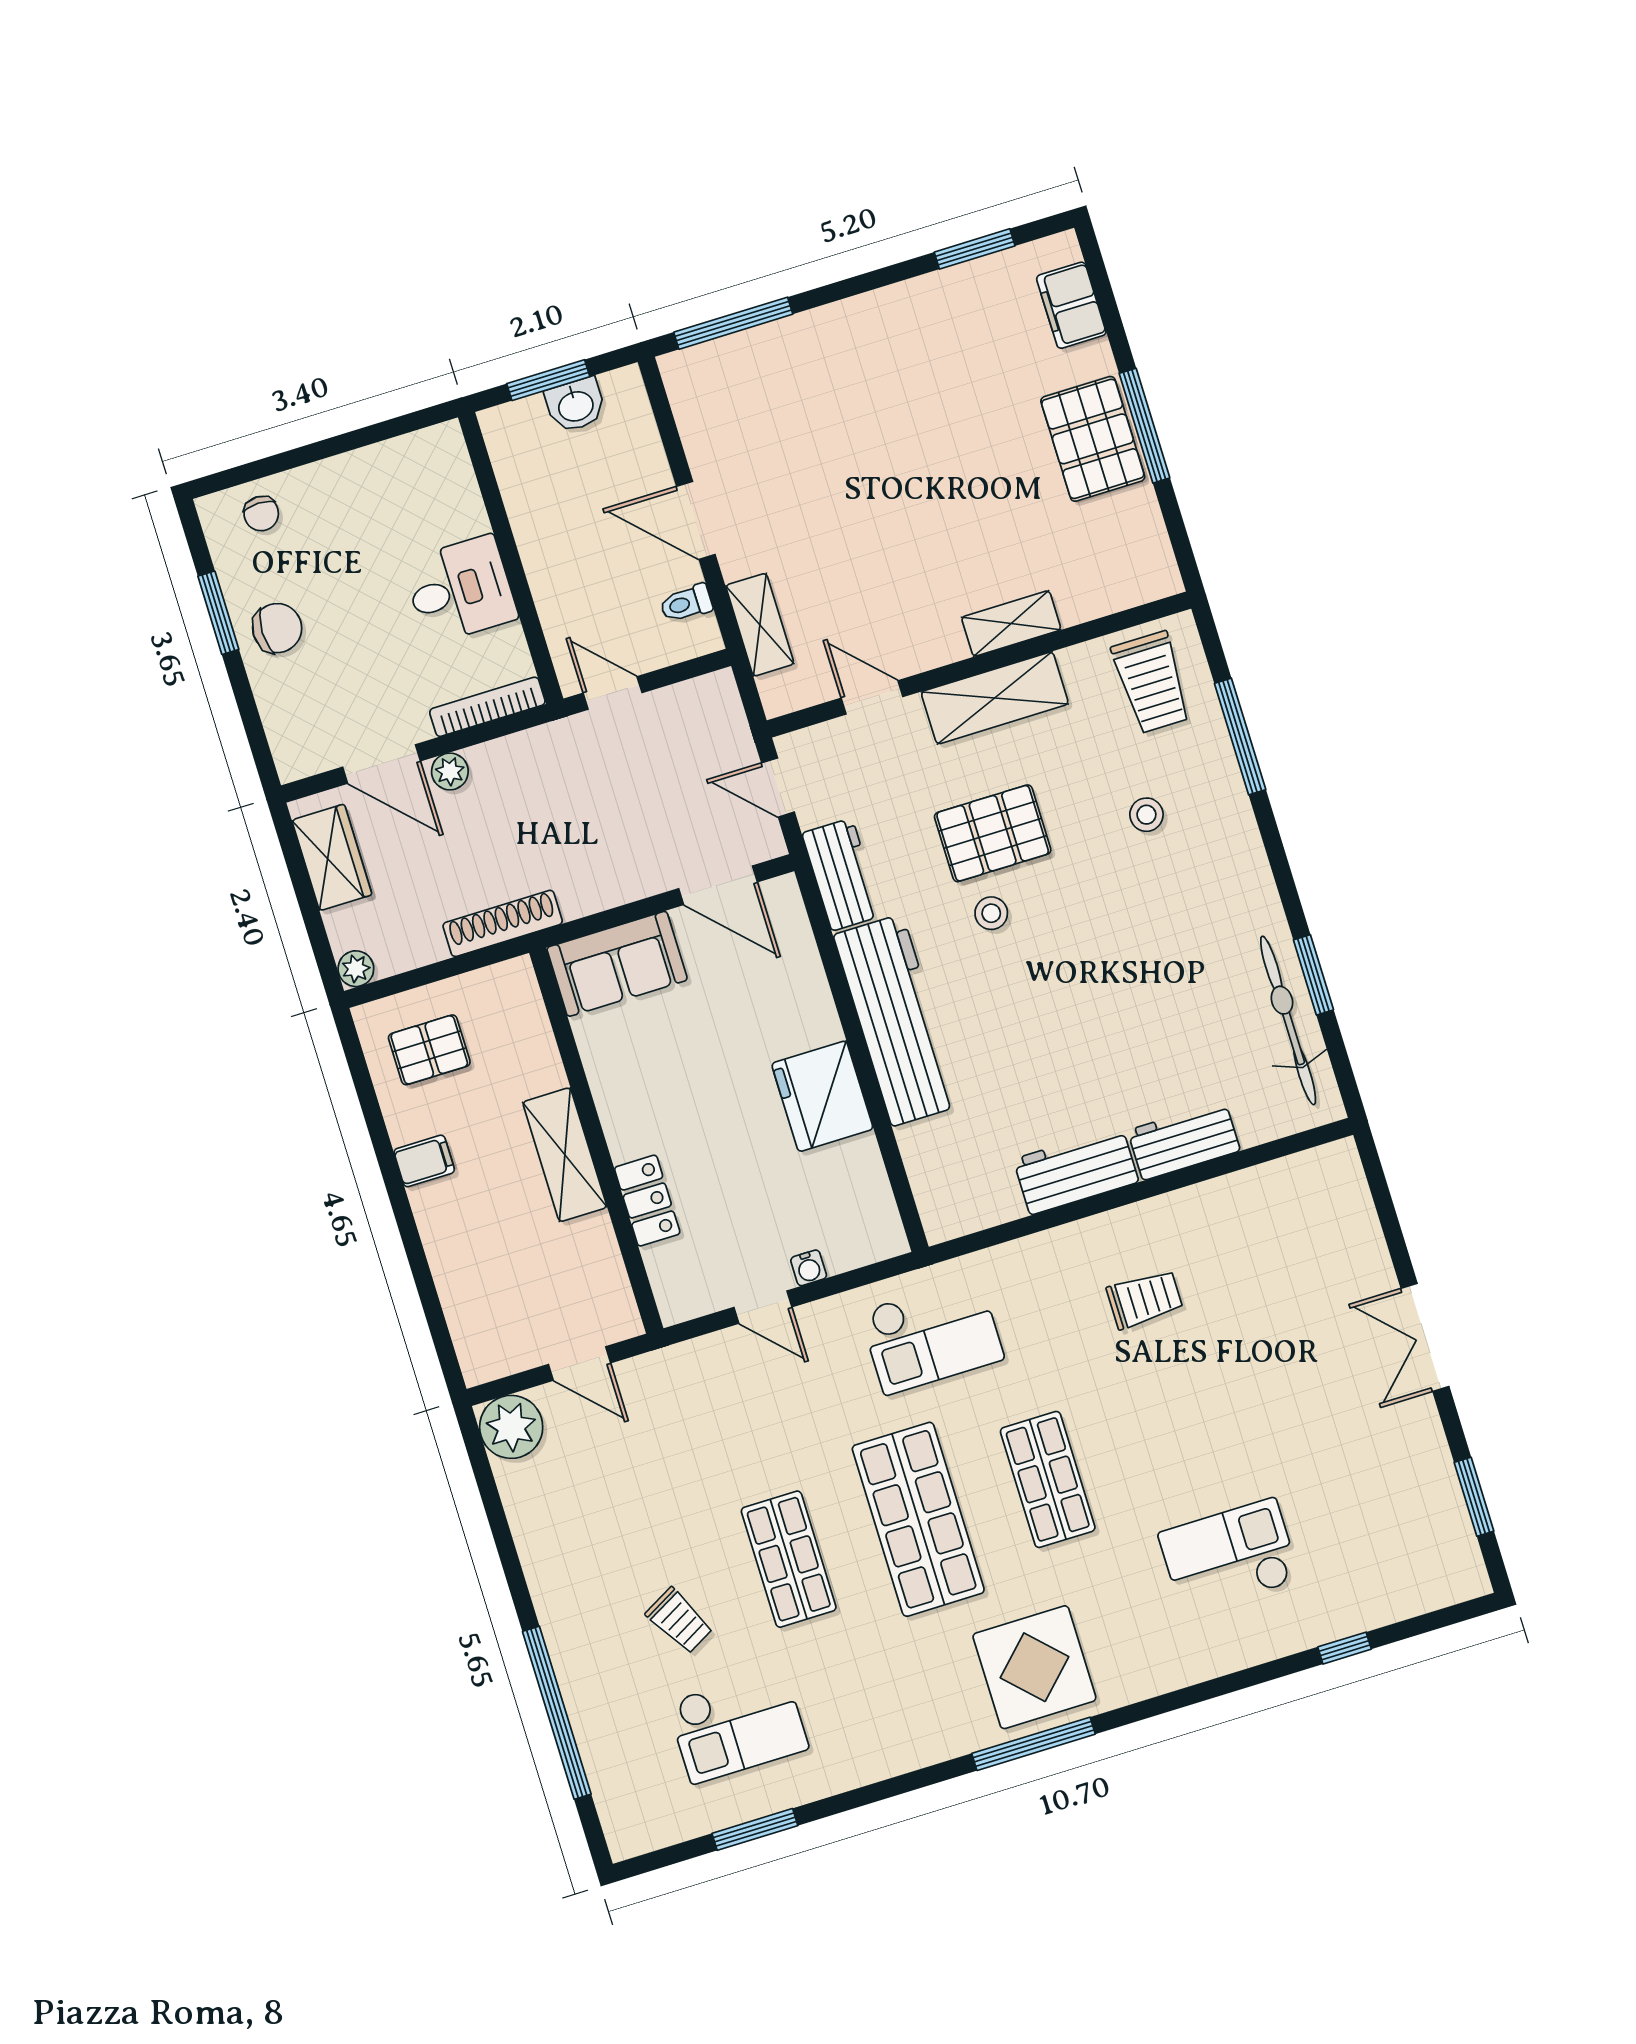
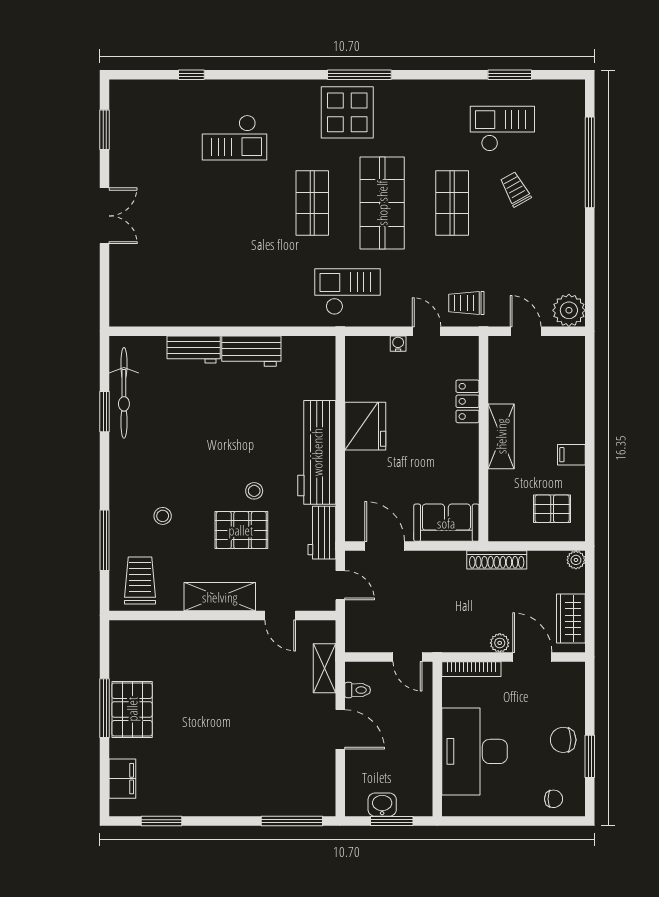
chair: (261, 514) -> (554, 799), turned 90
desk: (460, 590) -> (475, 751), width x1.87, depth x1.30
shelving: (1011, 623) -> (200, 631), removed
trolley: (1145, 1299) -> (466, 303), moved

